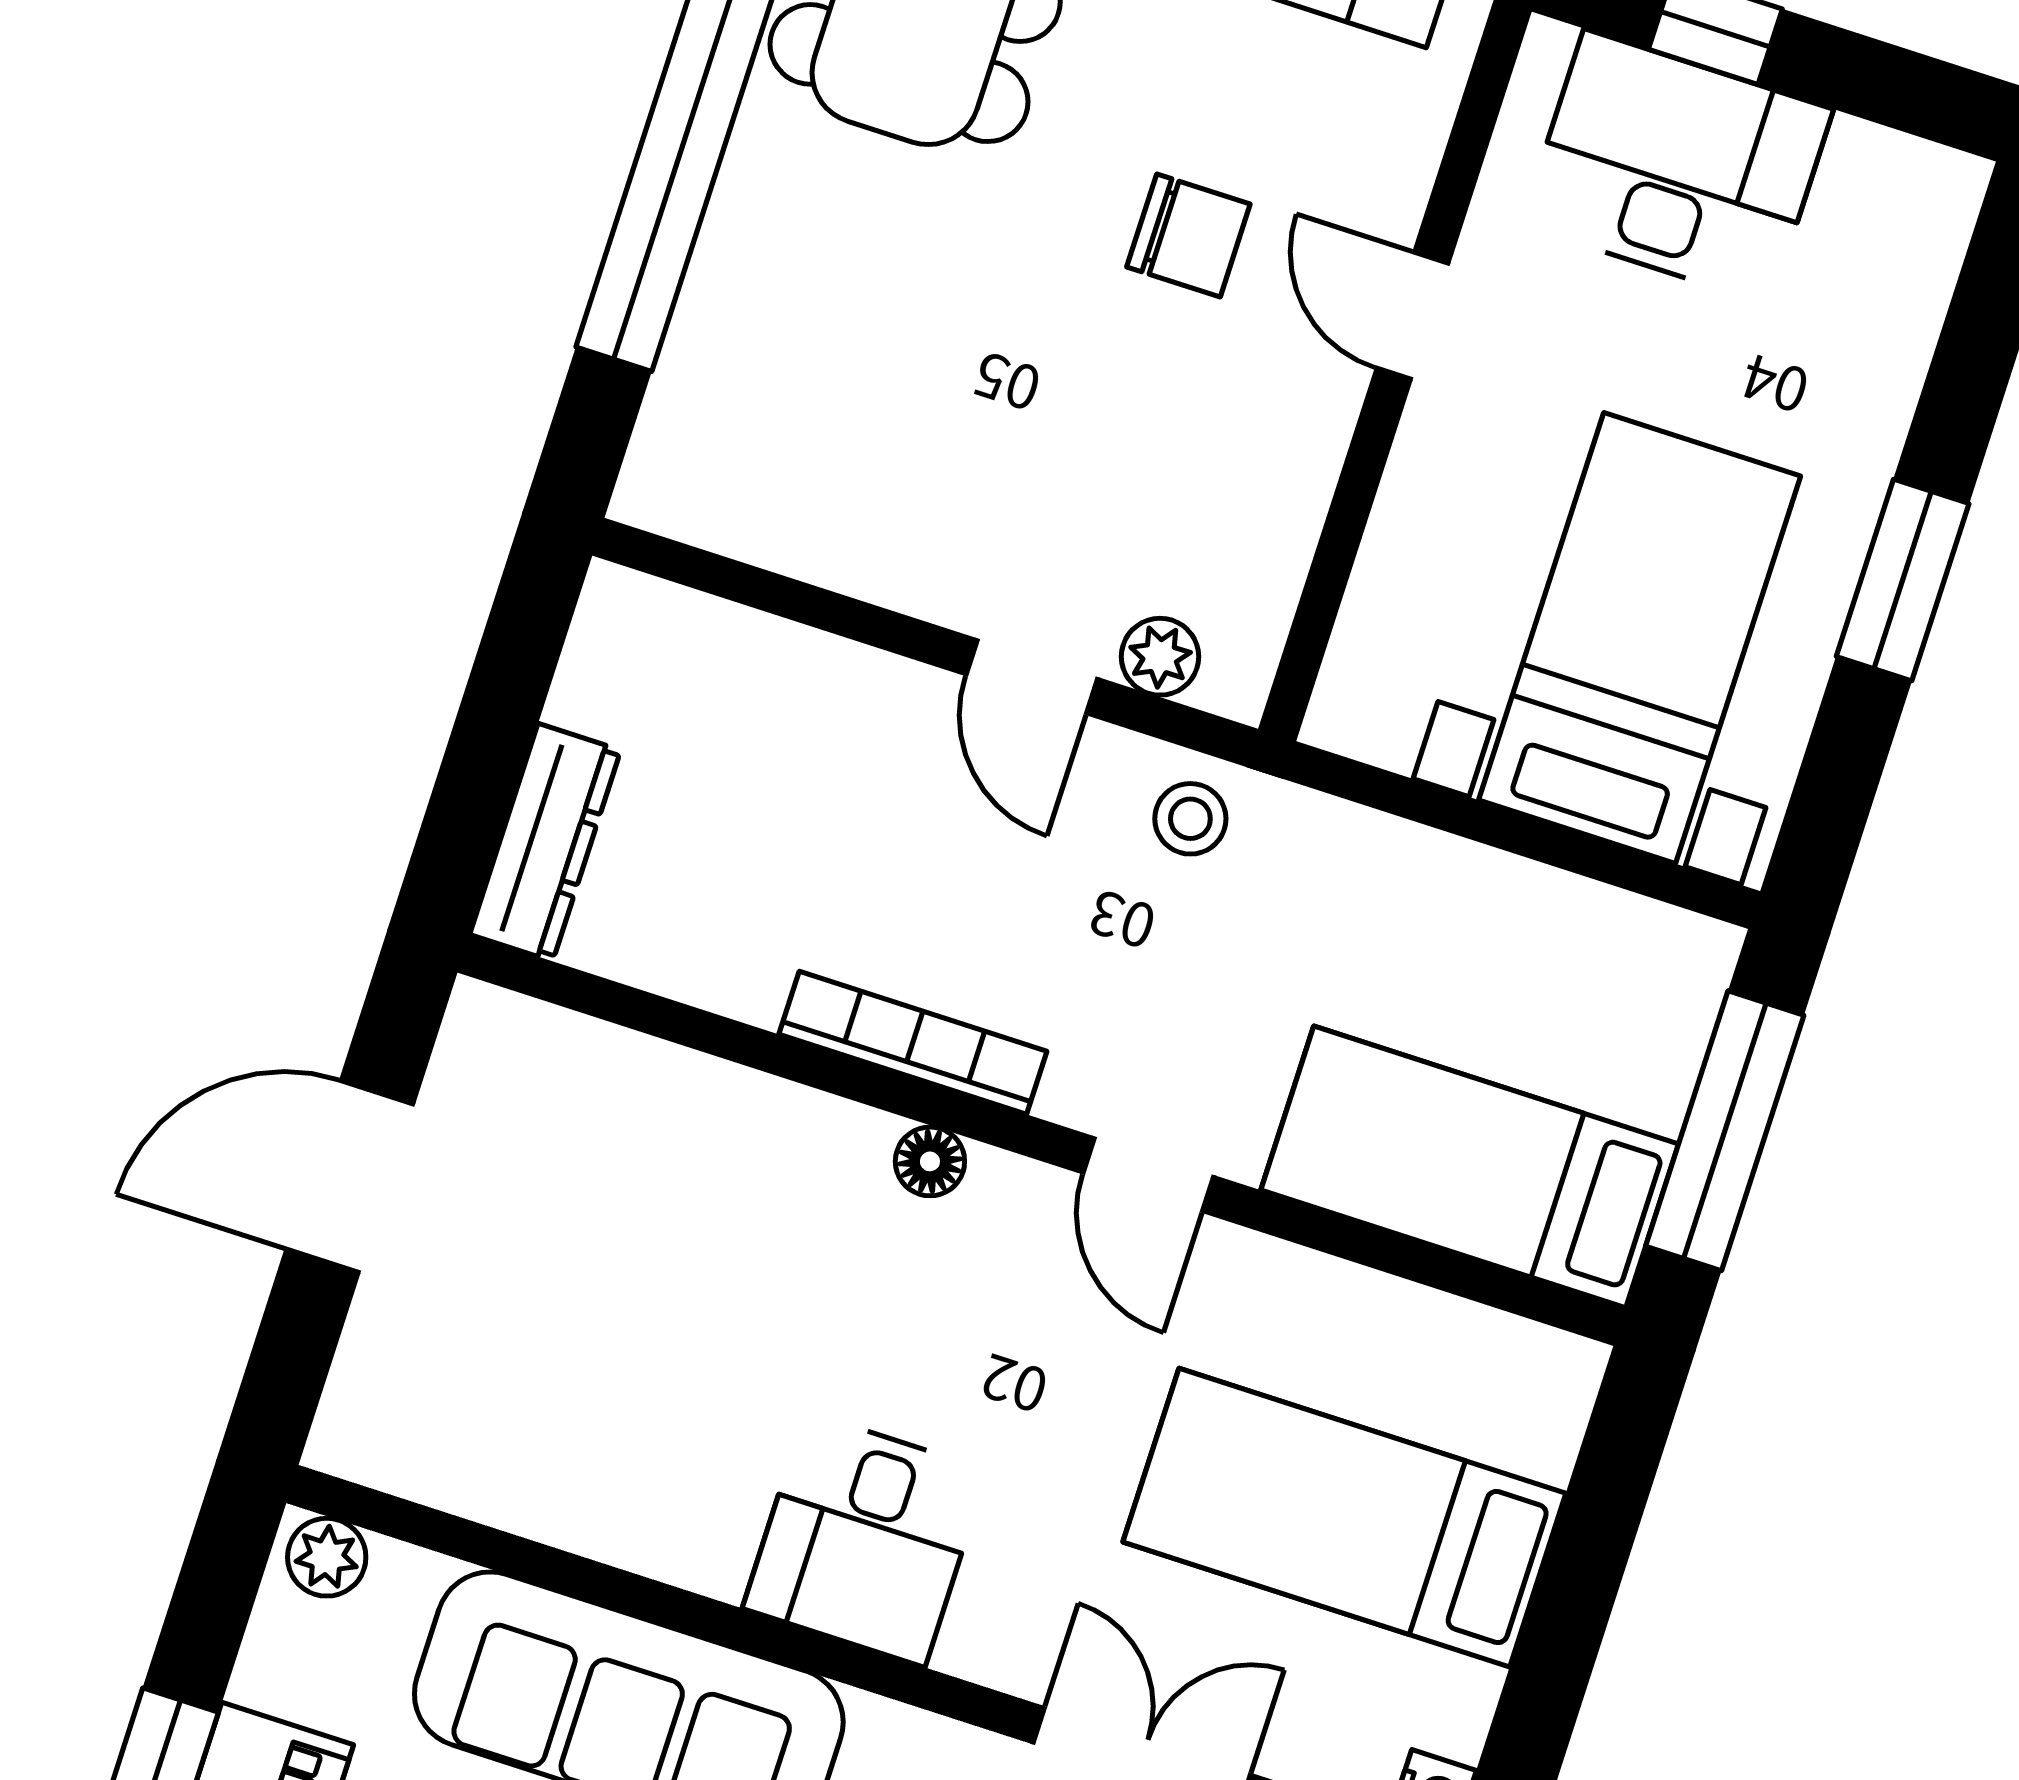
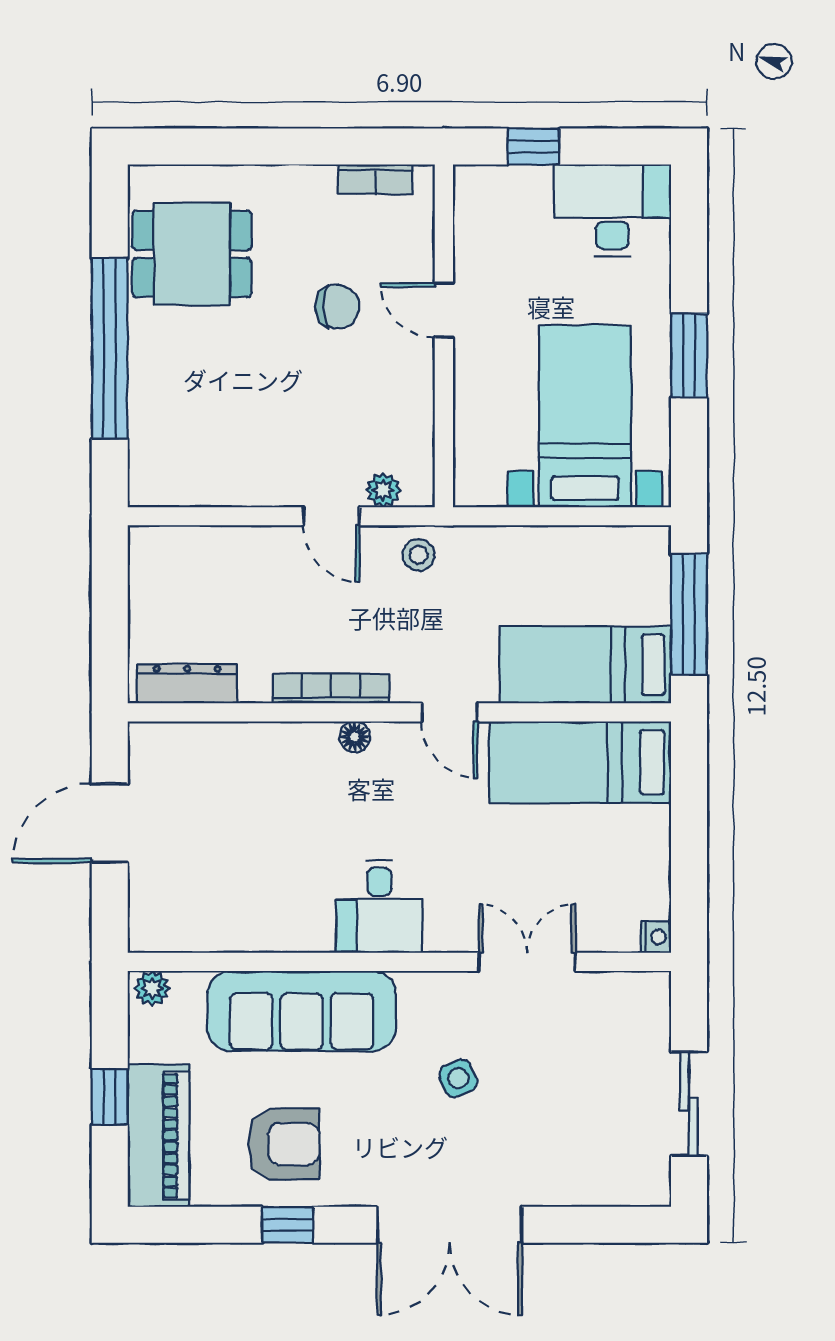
desk: (1677, 167) -> (612, 210), moved
dresser: (545, 842) -> (187, 684), moved, turned -90
bed: (1344, 1518) -> (580, 762), moved

